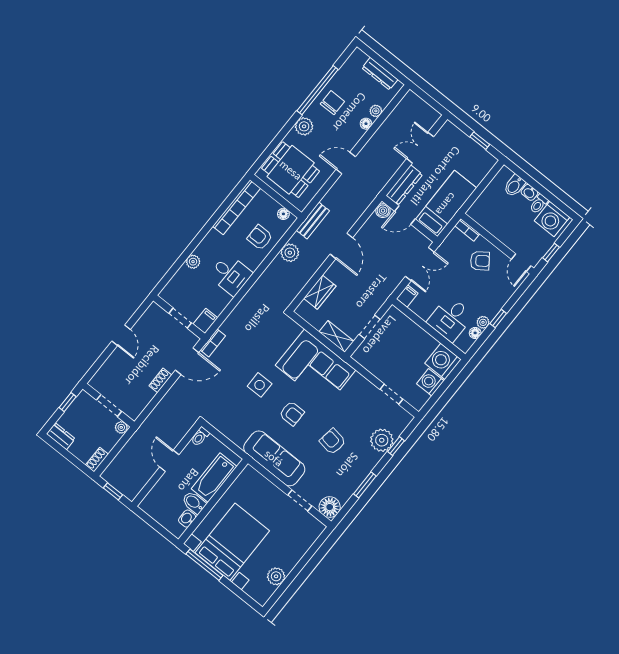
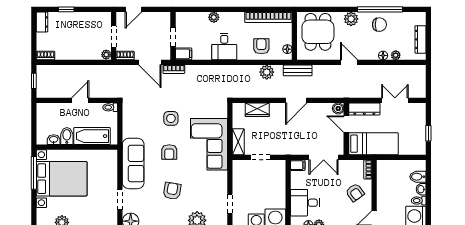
wall: (108, 405) -> (114, 36), moved
doorway: (109, 406) -> (114, 36), moved
plant: (121, 427) -> (106, 55), moved

